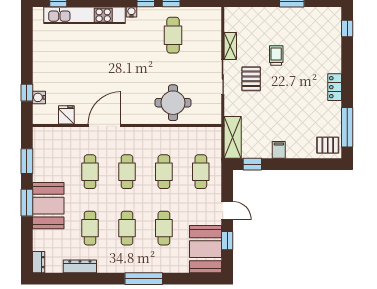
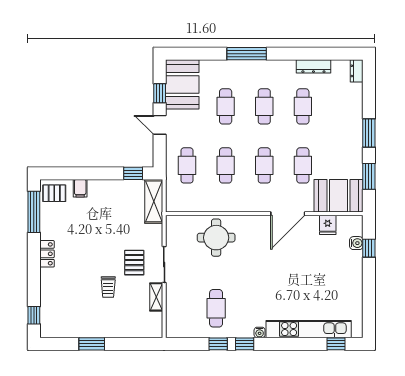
filing cabinet: (279, 150) -> (80, 188), moved
booth: (48, 206) -> (339, 196), moved, turned 90

